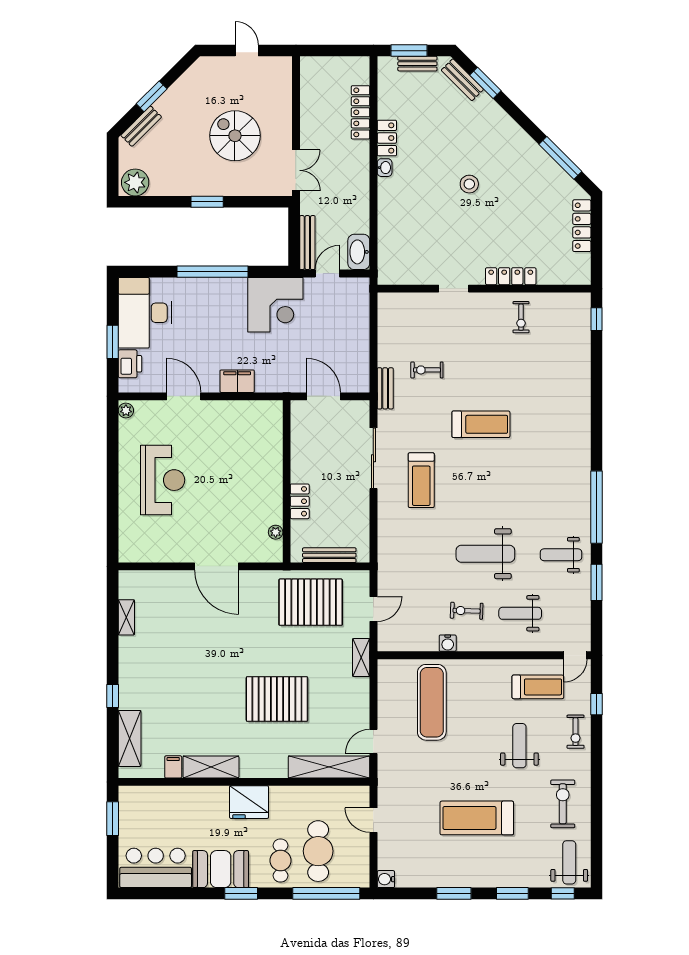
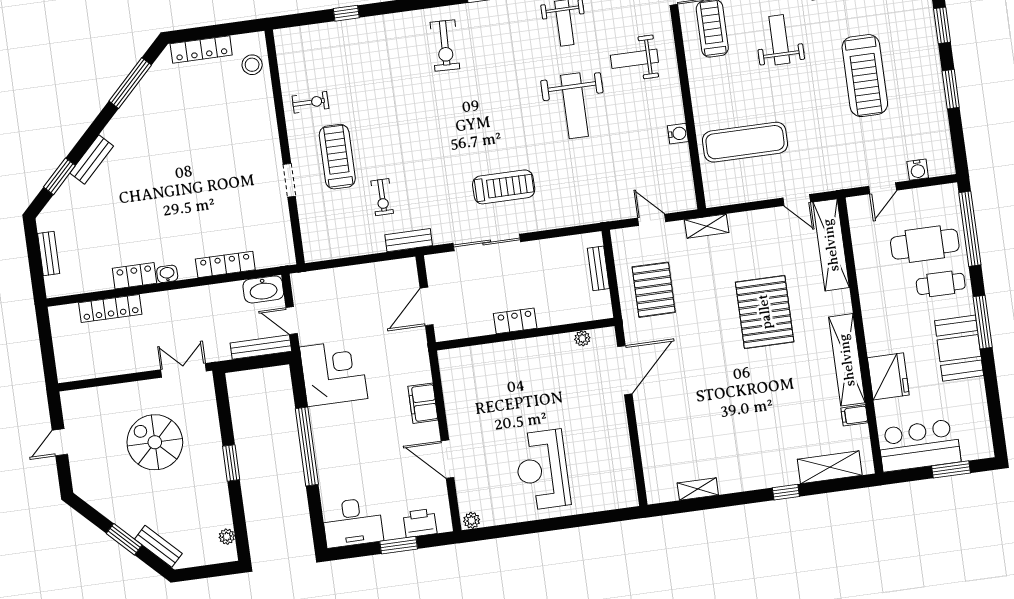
window: (409, 51) -> (35, 265), removed
bench: (462, 80) -> (92, 159), moved
spiral stairs: (235, 136) -> (155, 442), turned 90
plant: (135, 182) -> (227, 537), width x0.53, depth x0.53
stool: (469, 184) -> (252, 65), moved
locker: (511, 276) -> (225, 264), moved, turned 90
desk: (145, 313) -> (352, 522), width x0.73, depth x0.77
window: (596, 319) -> (346, 13), moved
door: (184, 396) -> (448, 459), hinge flipped
treadmill: (481, 424) -> (337, 157), moved
reception desk: (163, 480) -> (542, 470), turned -90
locker: (300, 501) -> (515, 321), moved
bench: (329, 555) -> (598, 268), width x0.73
door: (217, 566) -> (625, 370), moved
pallet: (311, 602) -> (654, 290), width x0.73, depth x0.71
exercise bike: (467, 611) -> (445, 45), moved, width x1.38, depth x1.39
weight bench: (520, 613) -> (634, 59), turned 90
weight bench: (519, 746) -> (779, 40), turned 90
shelving: (211, 767) -> (847, 360), width x1.47
fridge: (249, 802) -> (888, 376), moved
window: (113, 819) -> (951, 469), moved
bar counter: (156, 868) -> (919, 445), moved, turned 90
water cooler: (386, 879) -> (918, 170), moved
window: (241, 893) -> (983, 322), width x1.44

